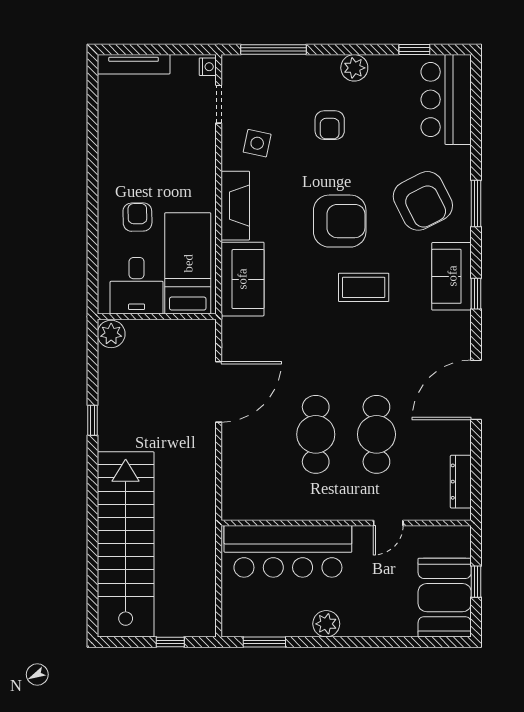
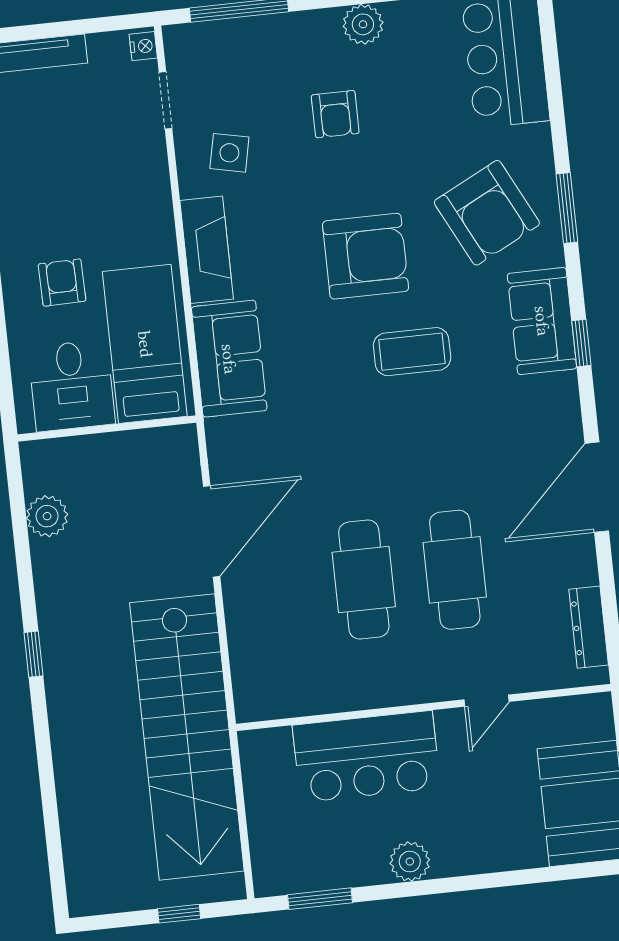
plant: (111, 334) -> (47, 516), moved
window: (92, 420) -> (33, 654), moved
stairs: (126, 544) -> (187, 737), moved, turned 180
bar counter: (288, 551) -> (366, 756), width x0.73

